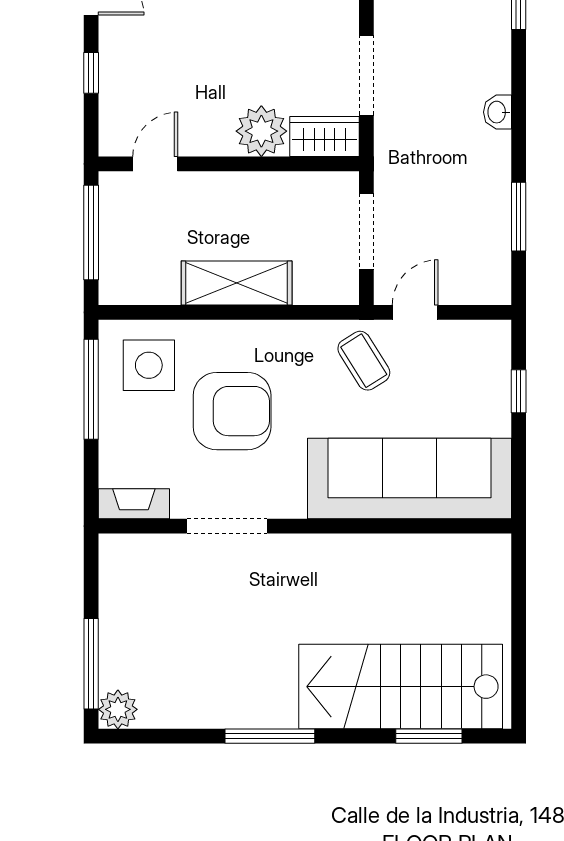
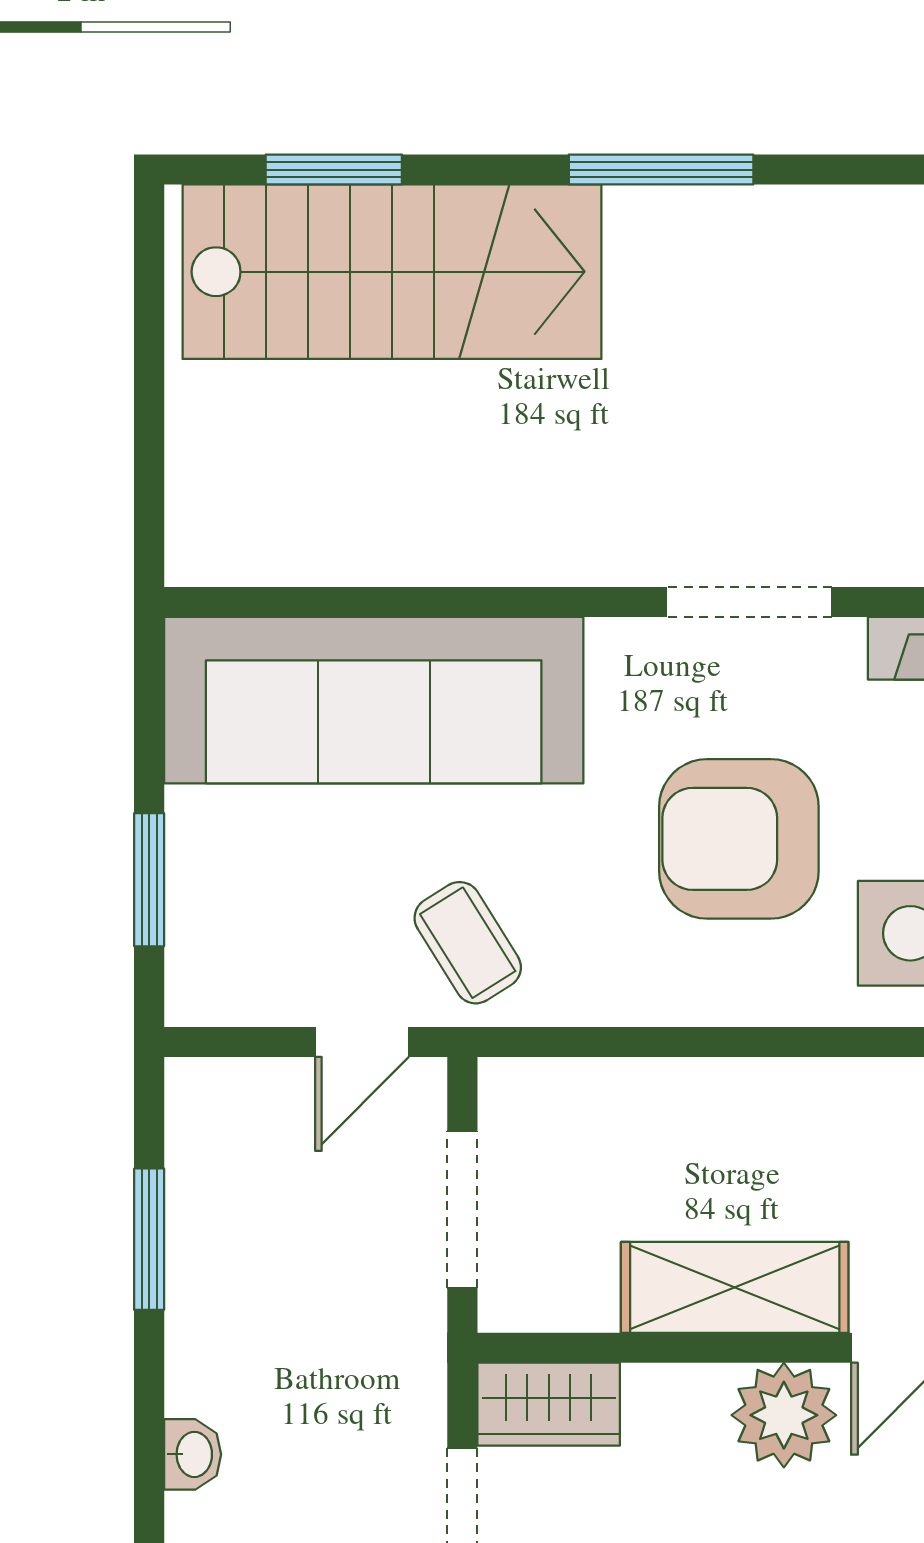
plant: (261, 131) -> (784, 1415), moved
shelving: (237, 283) -> (735, 1287), moved
window: (519, 391) -> (149, 880), width x1.50

